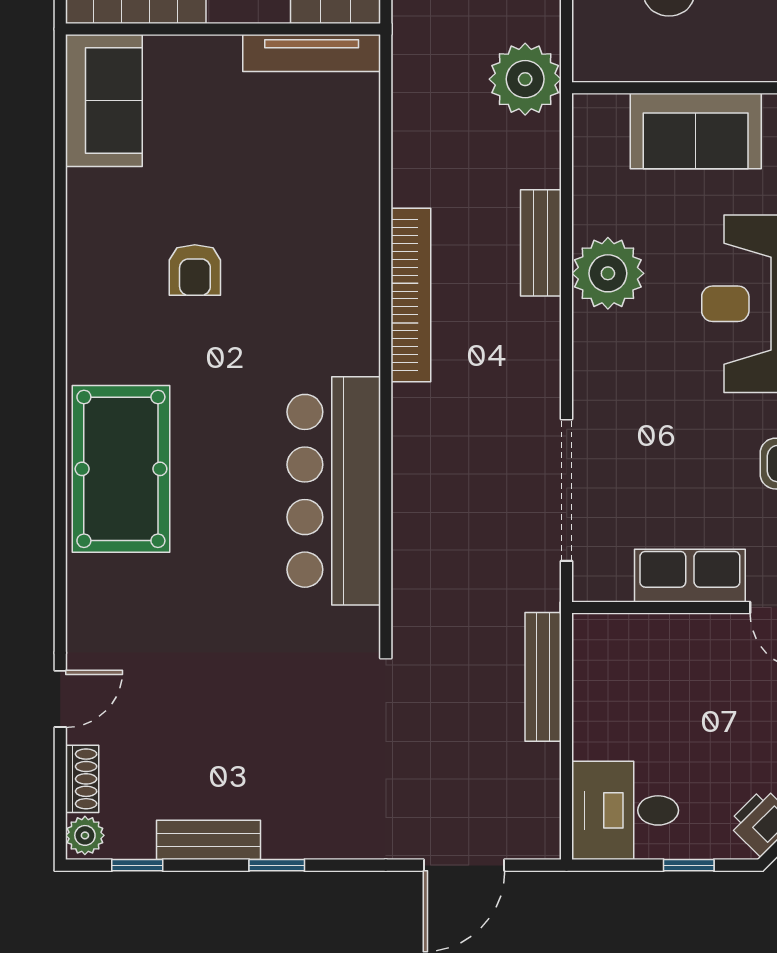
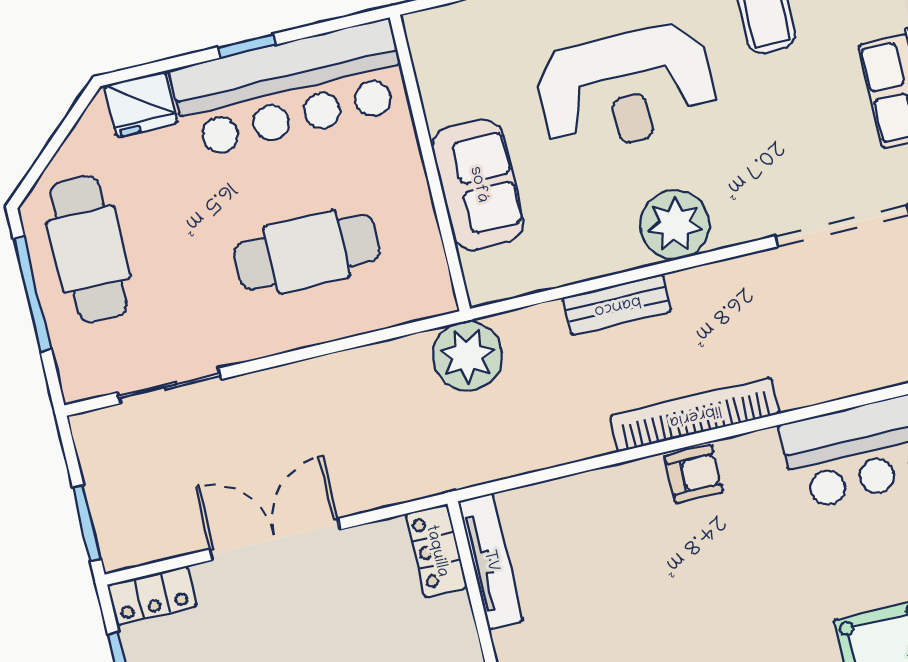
armchair: (195, 270) -> (694, 474), moved
plant: (608, 273) -> (675, 225), moved

